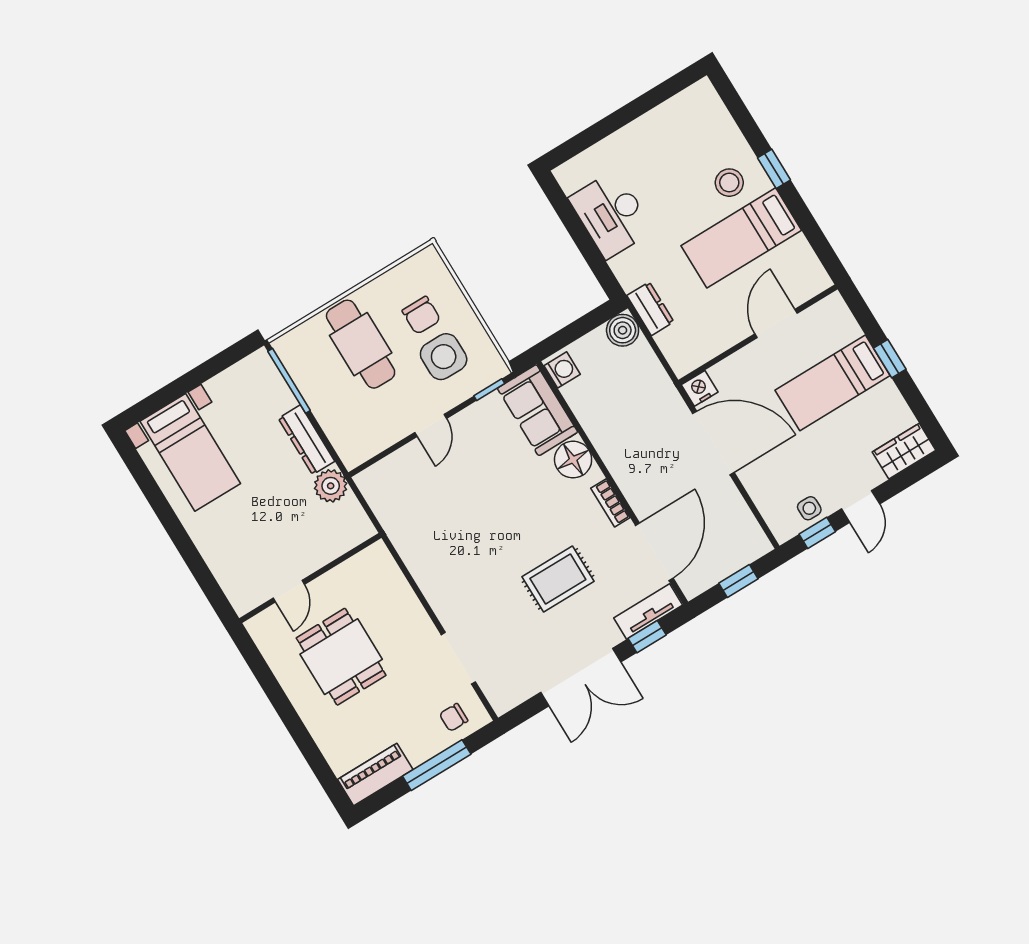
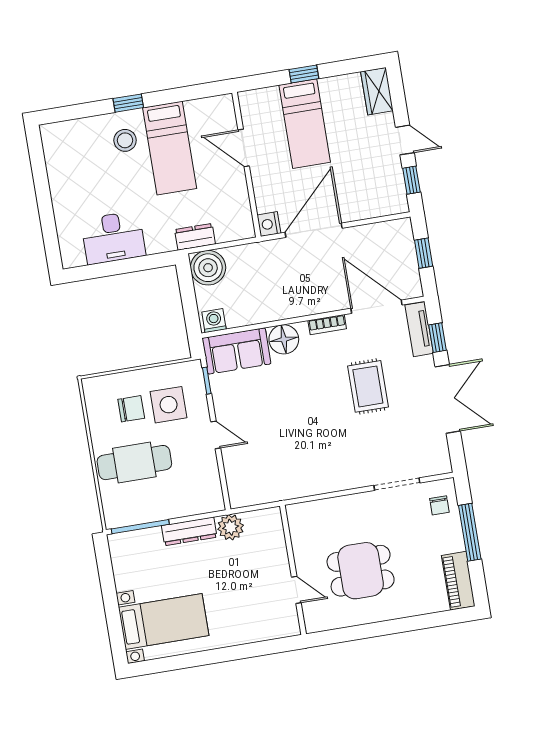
boiler: (623, 330) -> (208, 268), width x1.37, depth x1.37
side table: (809, 508) -> (391, 179), removed

